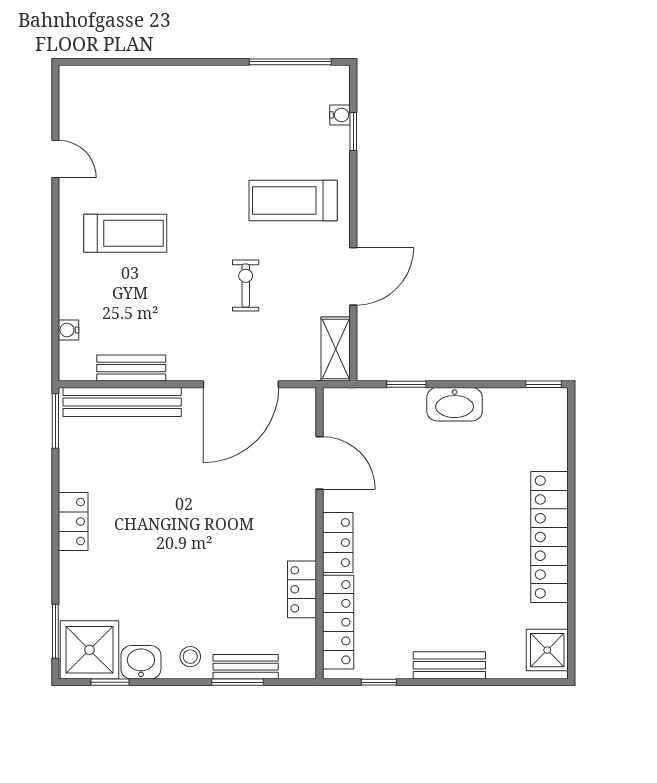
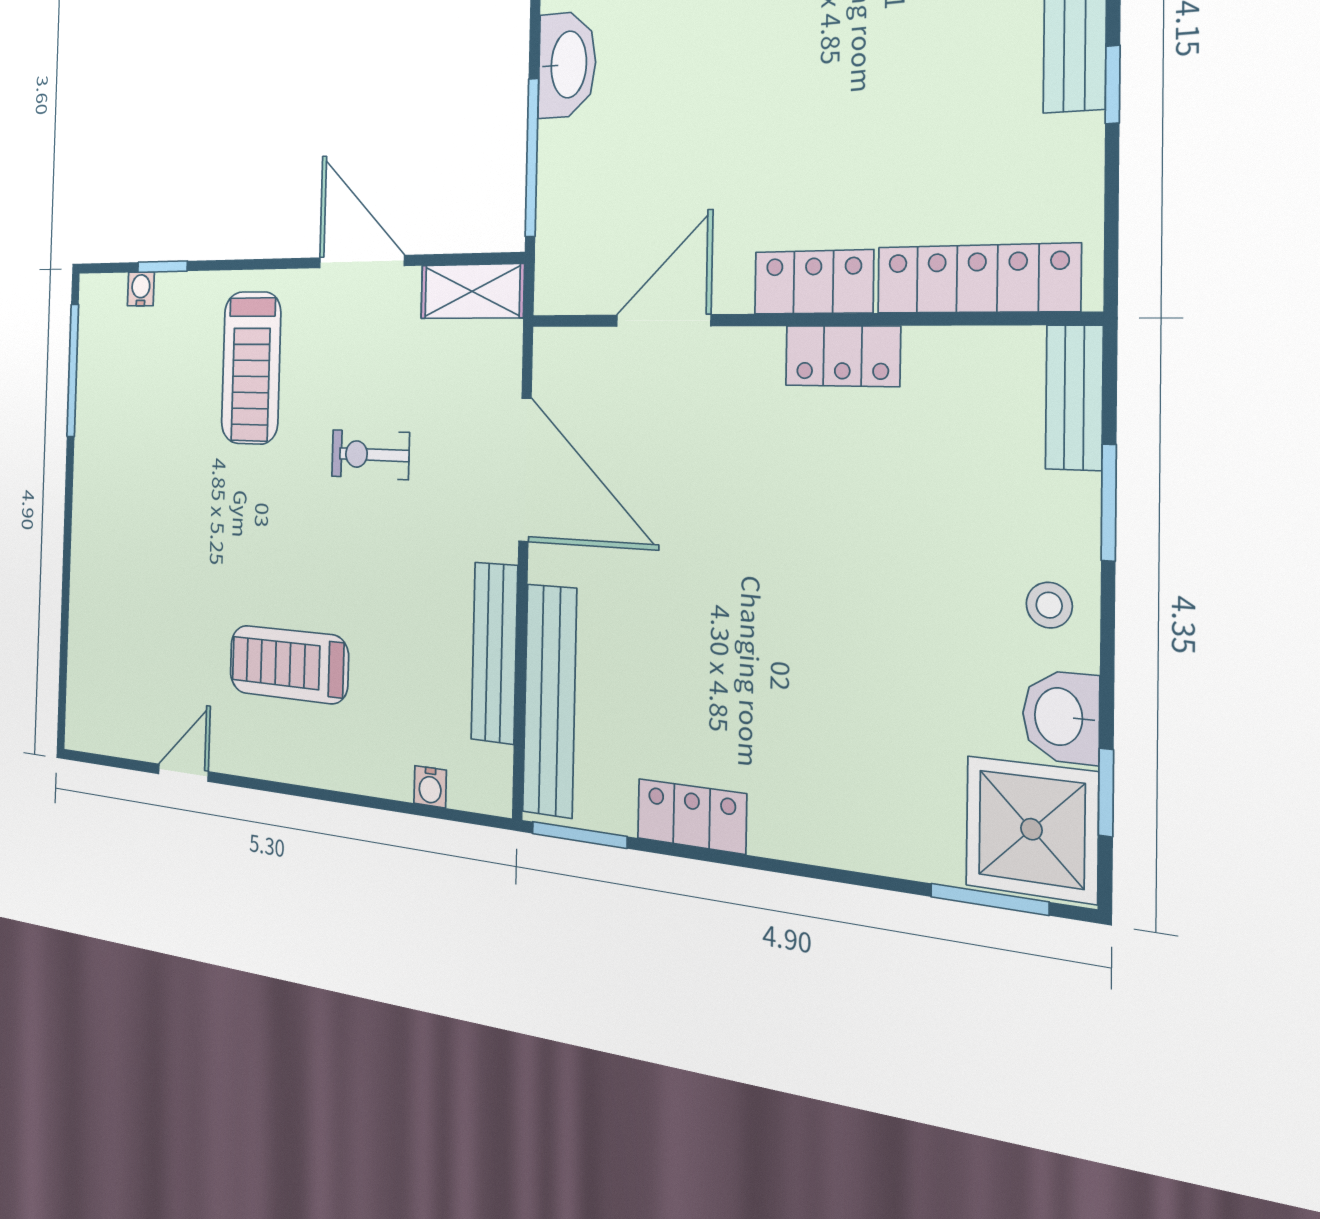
treadmill: (125, 233) -> (288, 664), turned -90
bench: (131, 368) -> (494, 653), width x1.36
window: (406, 384) -> (532, 158), width x2.17
locker: (73, 522) -> (692, 816), moved
locker: (302, 589) -> (842, 356), moved
bench: (246, 667) -> (1074, 397), moved
window: (379, 682) -> (1113, 85), moved

